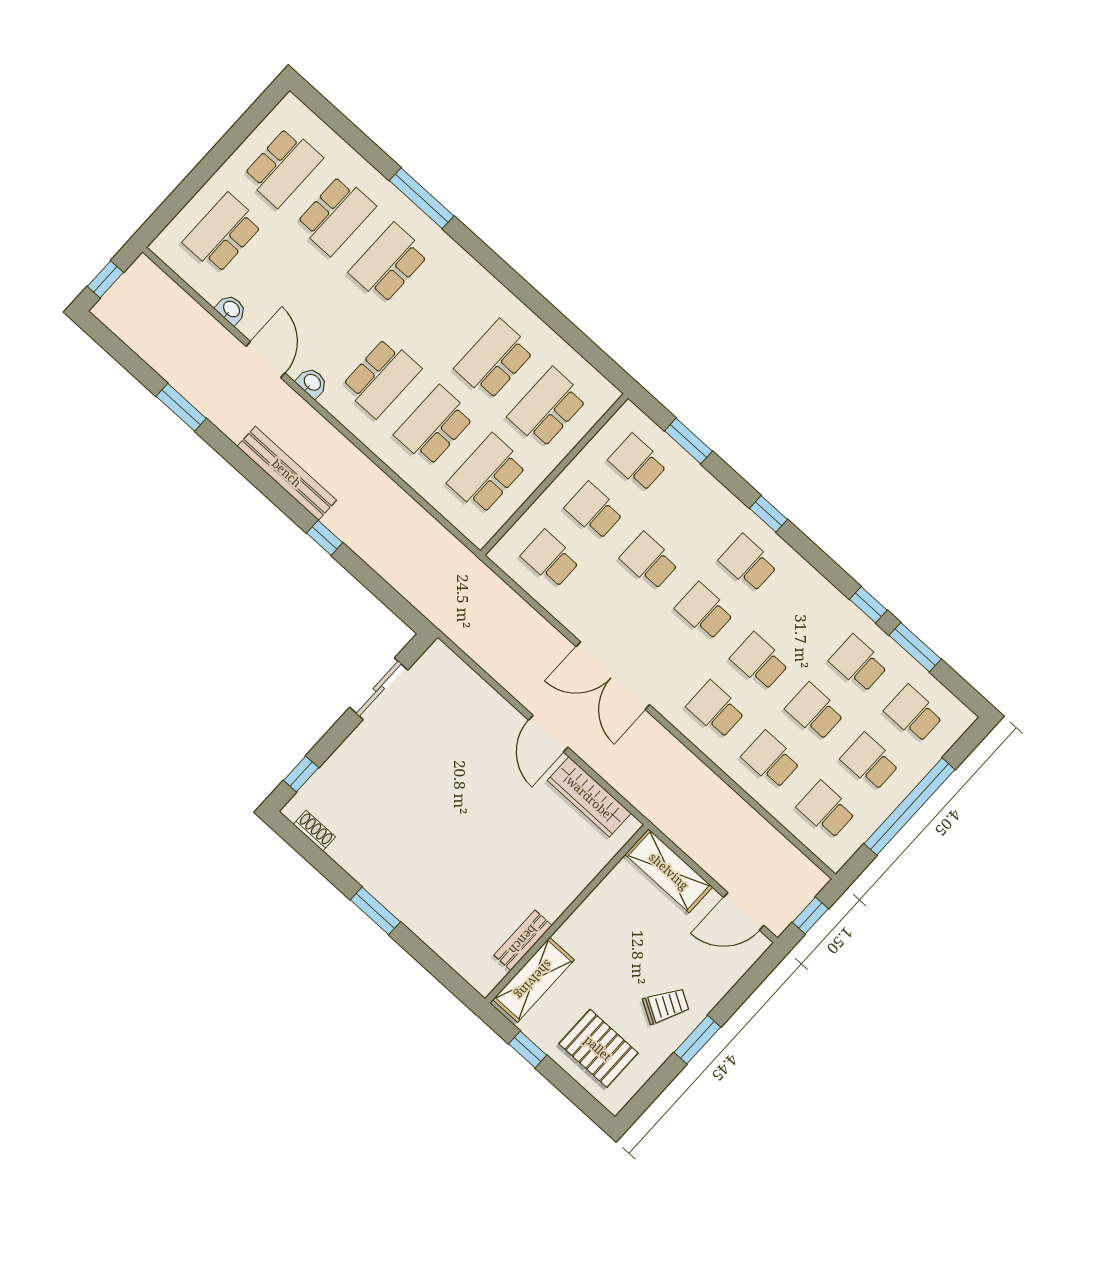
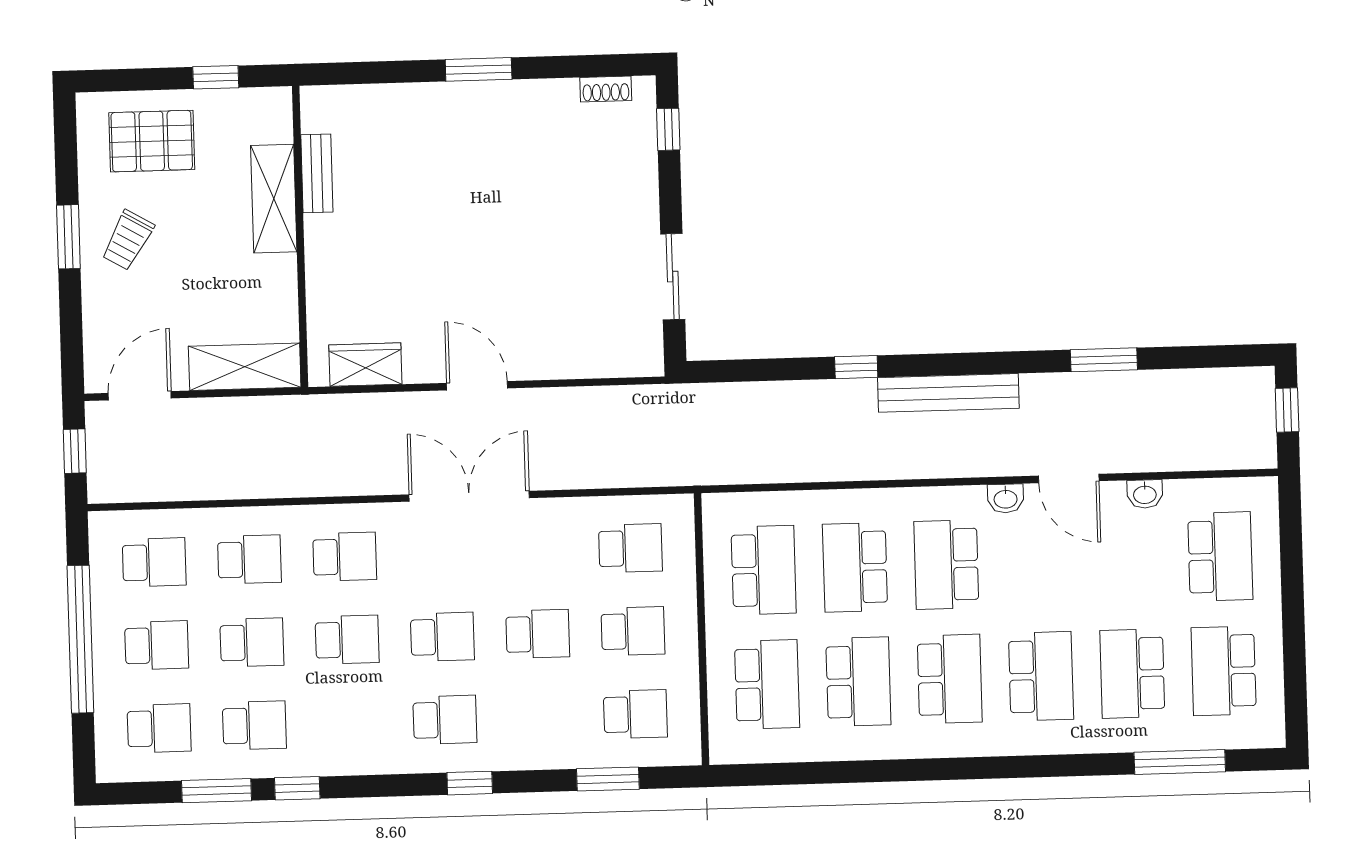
window: (422, 198) -> (1180, 762), moved
school desk: (442, 311) -> (950, 679), added
school desk: (434, 426) -> (855, 567), turned 180
wardrobe: (589, 797) -> (365, 365), width x0.67
shelving: (534, 980) -> (274, 199), moved

